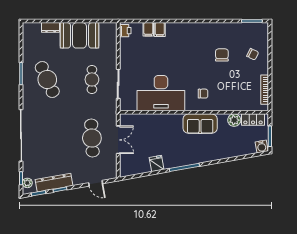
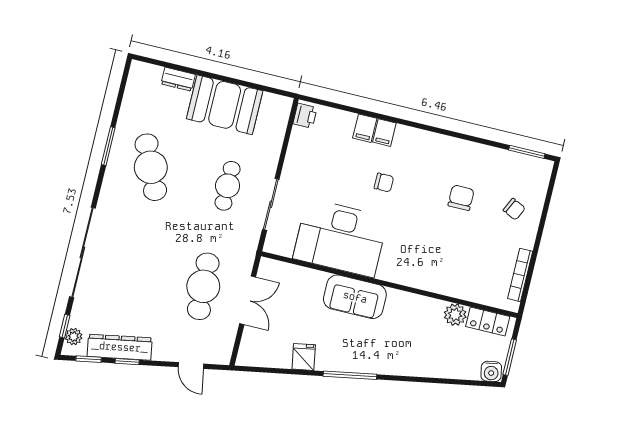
filing cabinet: (148, 29) -> (384, 133), moved
chair: (203, 94) -> (384, 183), moved
sofa: (200, 124) -> (355, 297), moved

